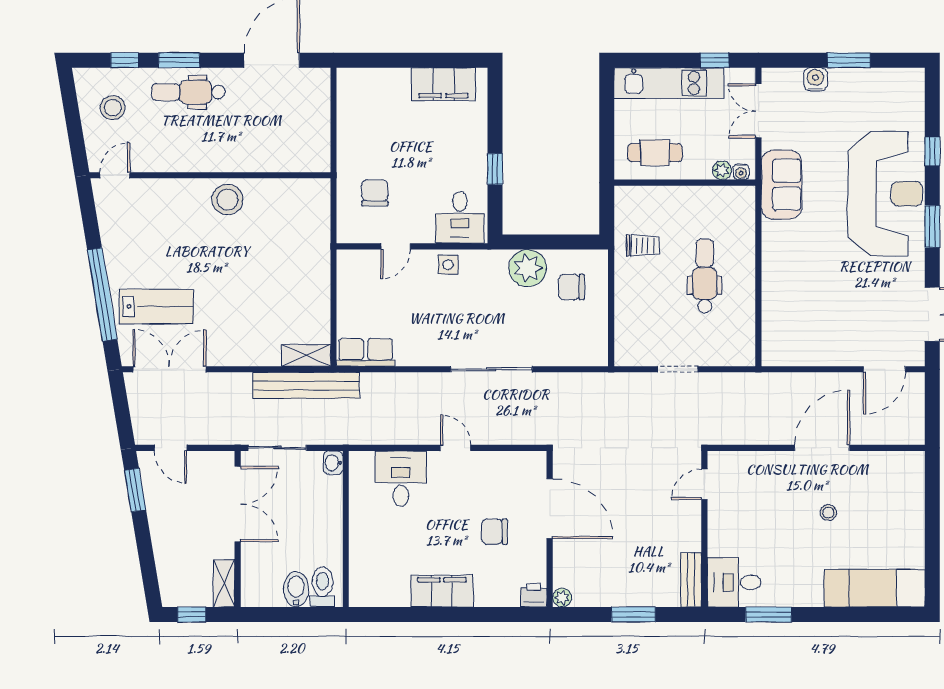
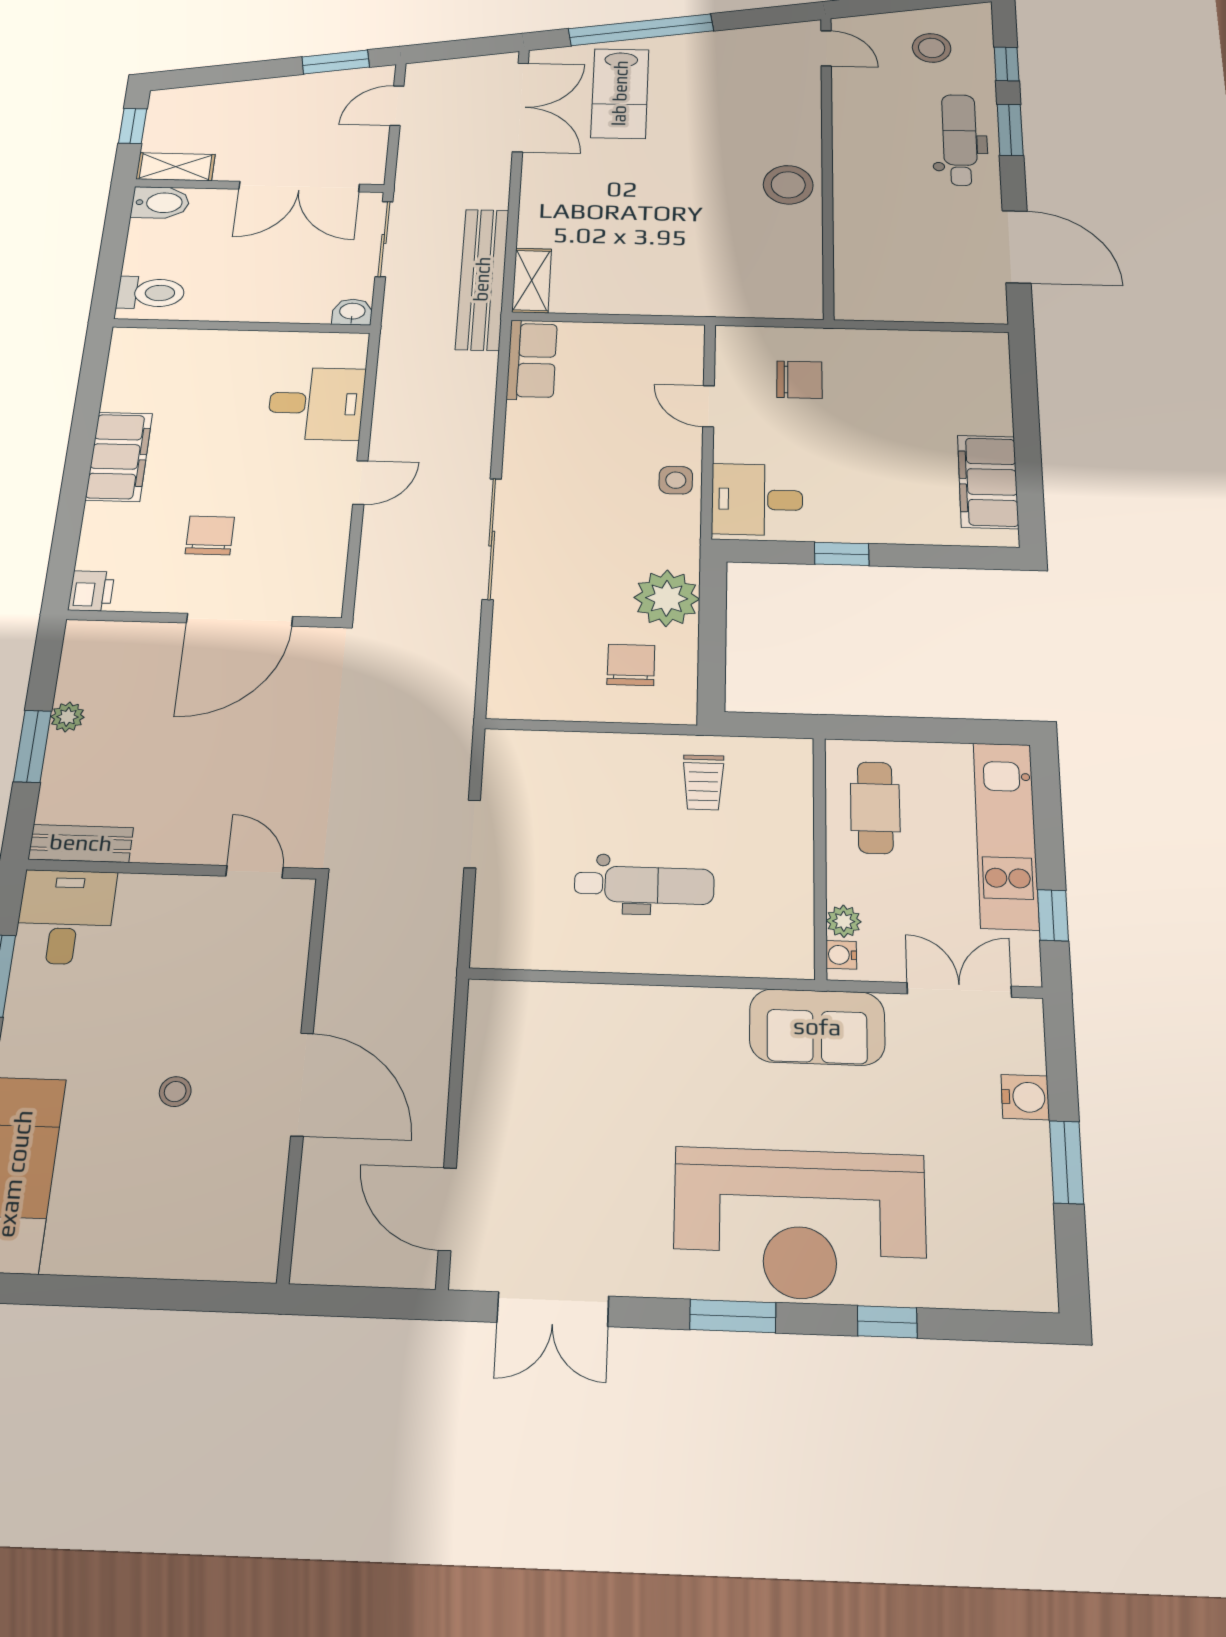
bidet: (296, 589) -> (160, 203), moved
plant: (562, 598) -> (68, 717), moved

